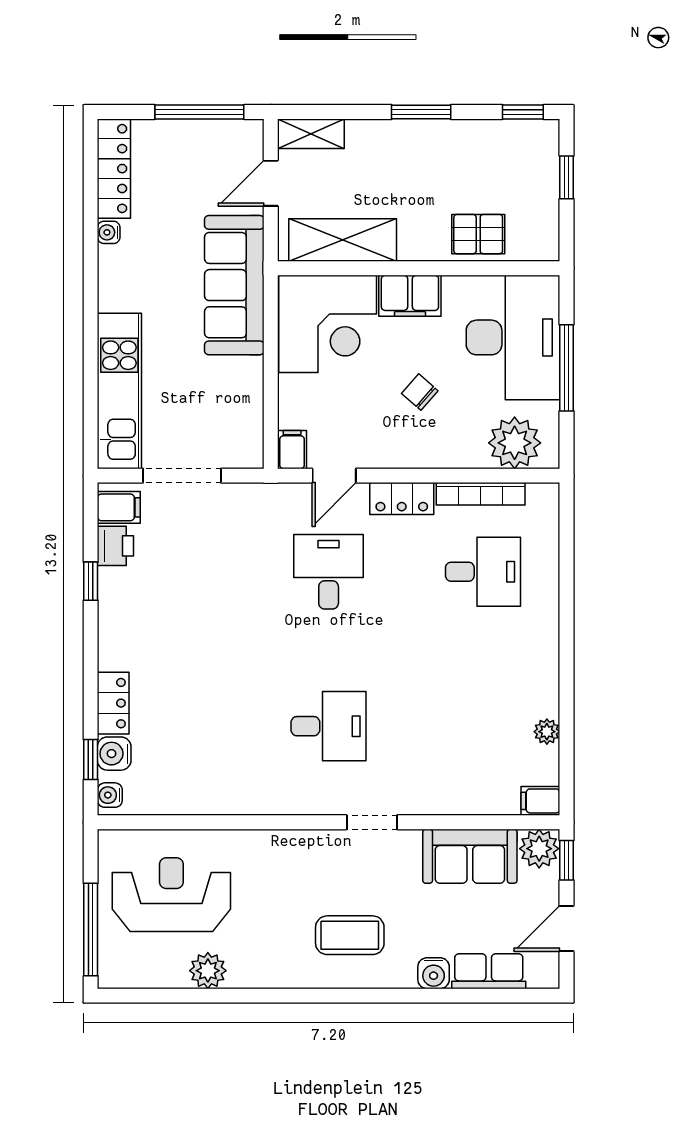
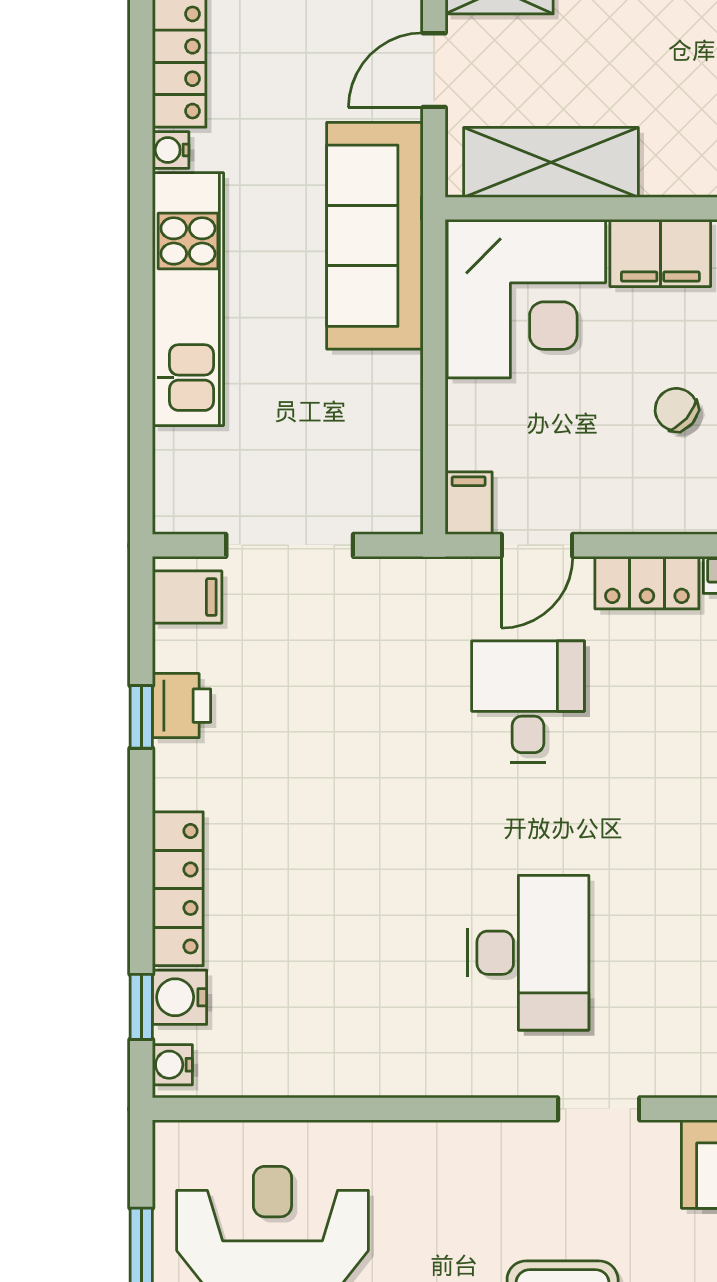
kitchen unit: (119, 391) -> (188, 299), moved
printer: (115, 546) -> (181, 706), moved
locker: (113, 703) -> (178, 889), width x1.53
desk: (329, 726) -> (528, 953), width x1.37

